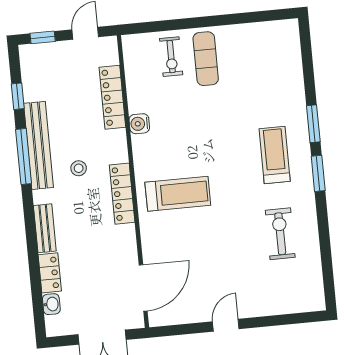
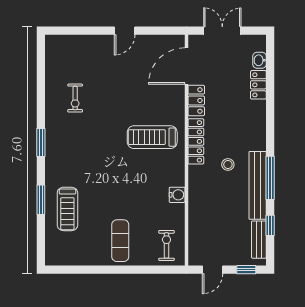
exercise bike: (171, 57) -> (166, 245), moved
locker: (112, 97) -> (196, 100), moved, width x0.66
window: (313, 124) -> (41, 200), moved
treadmill: (275, 155) -> (67, 209), moved
bench: (45, 228) -> (259, 240), moved
exercise bike: (280, 234) -> (75, 98), width x0.73, depth x0.72

